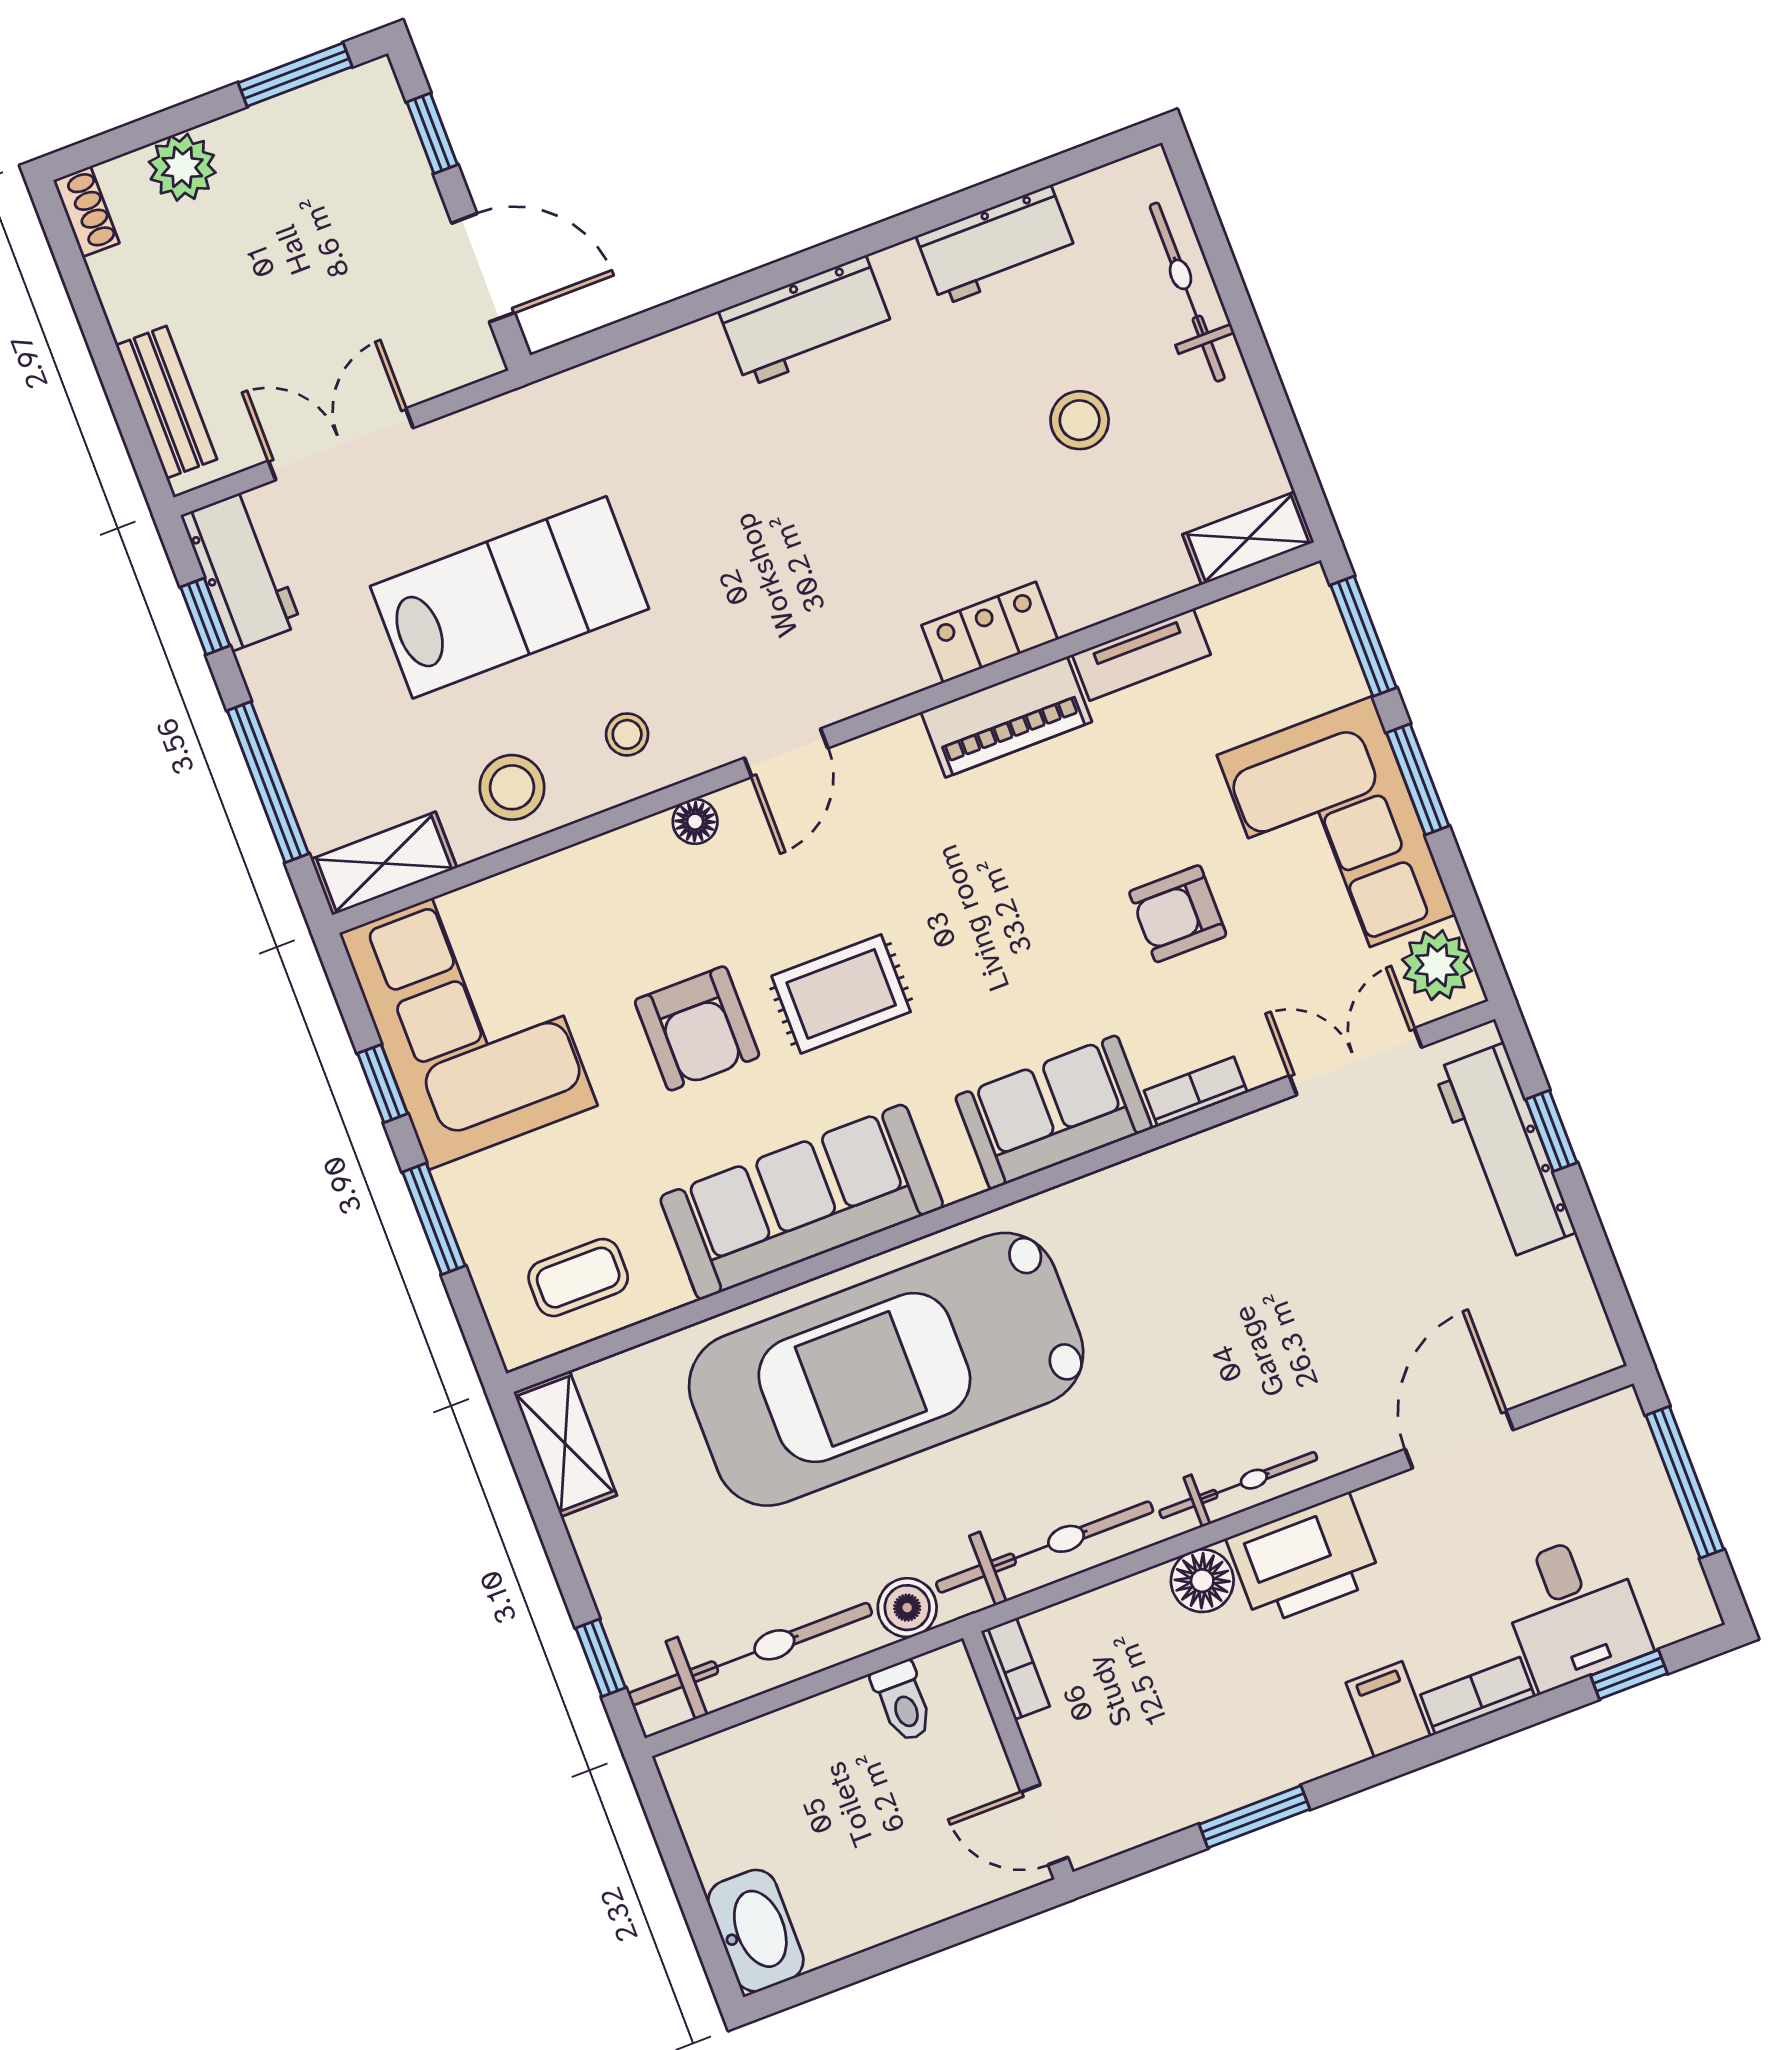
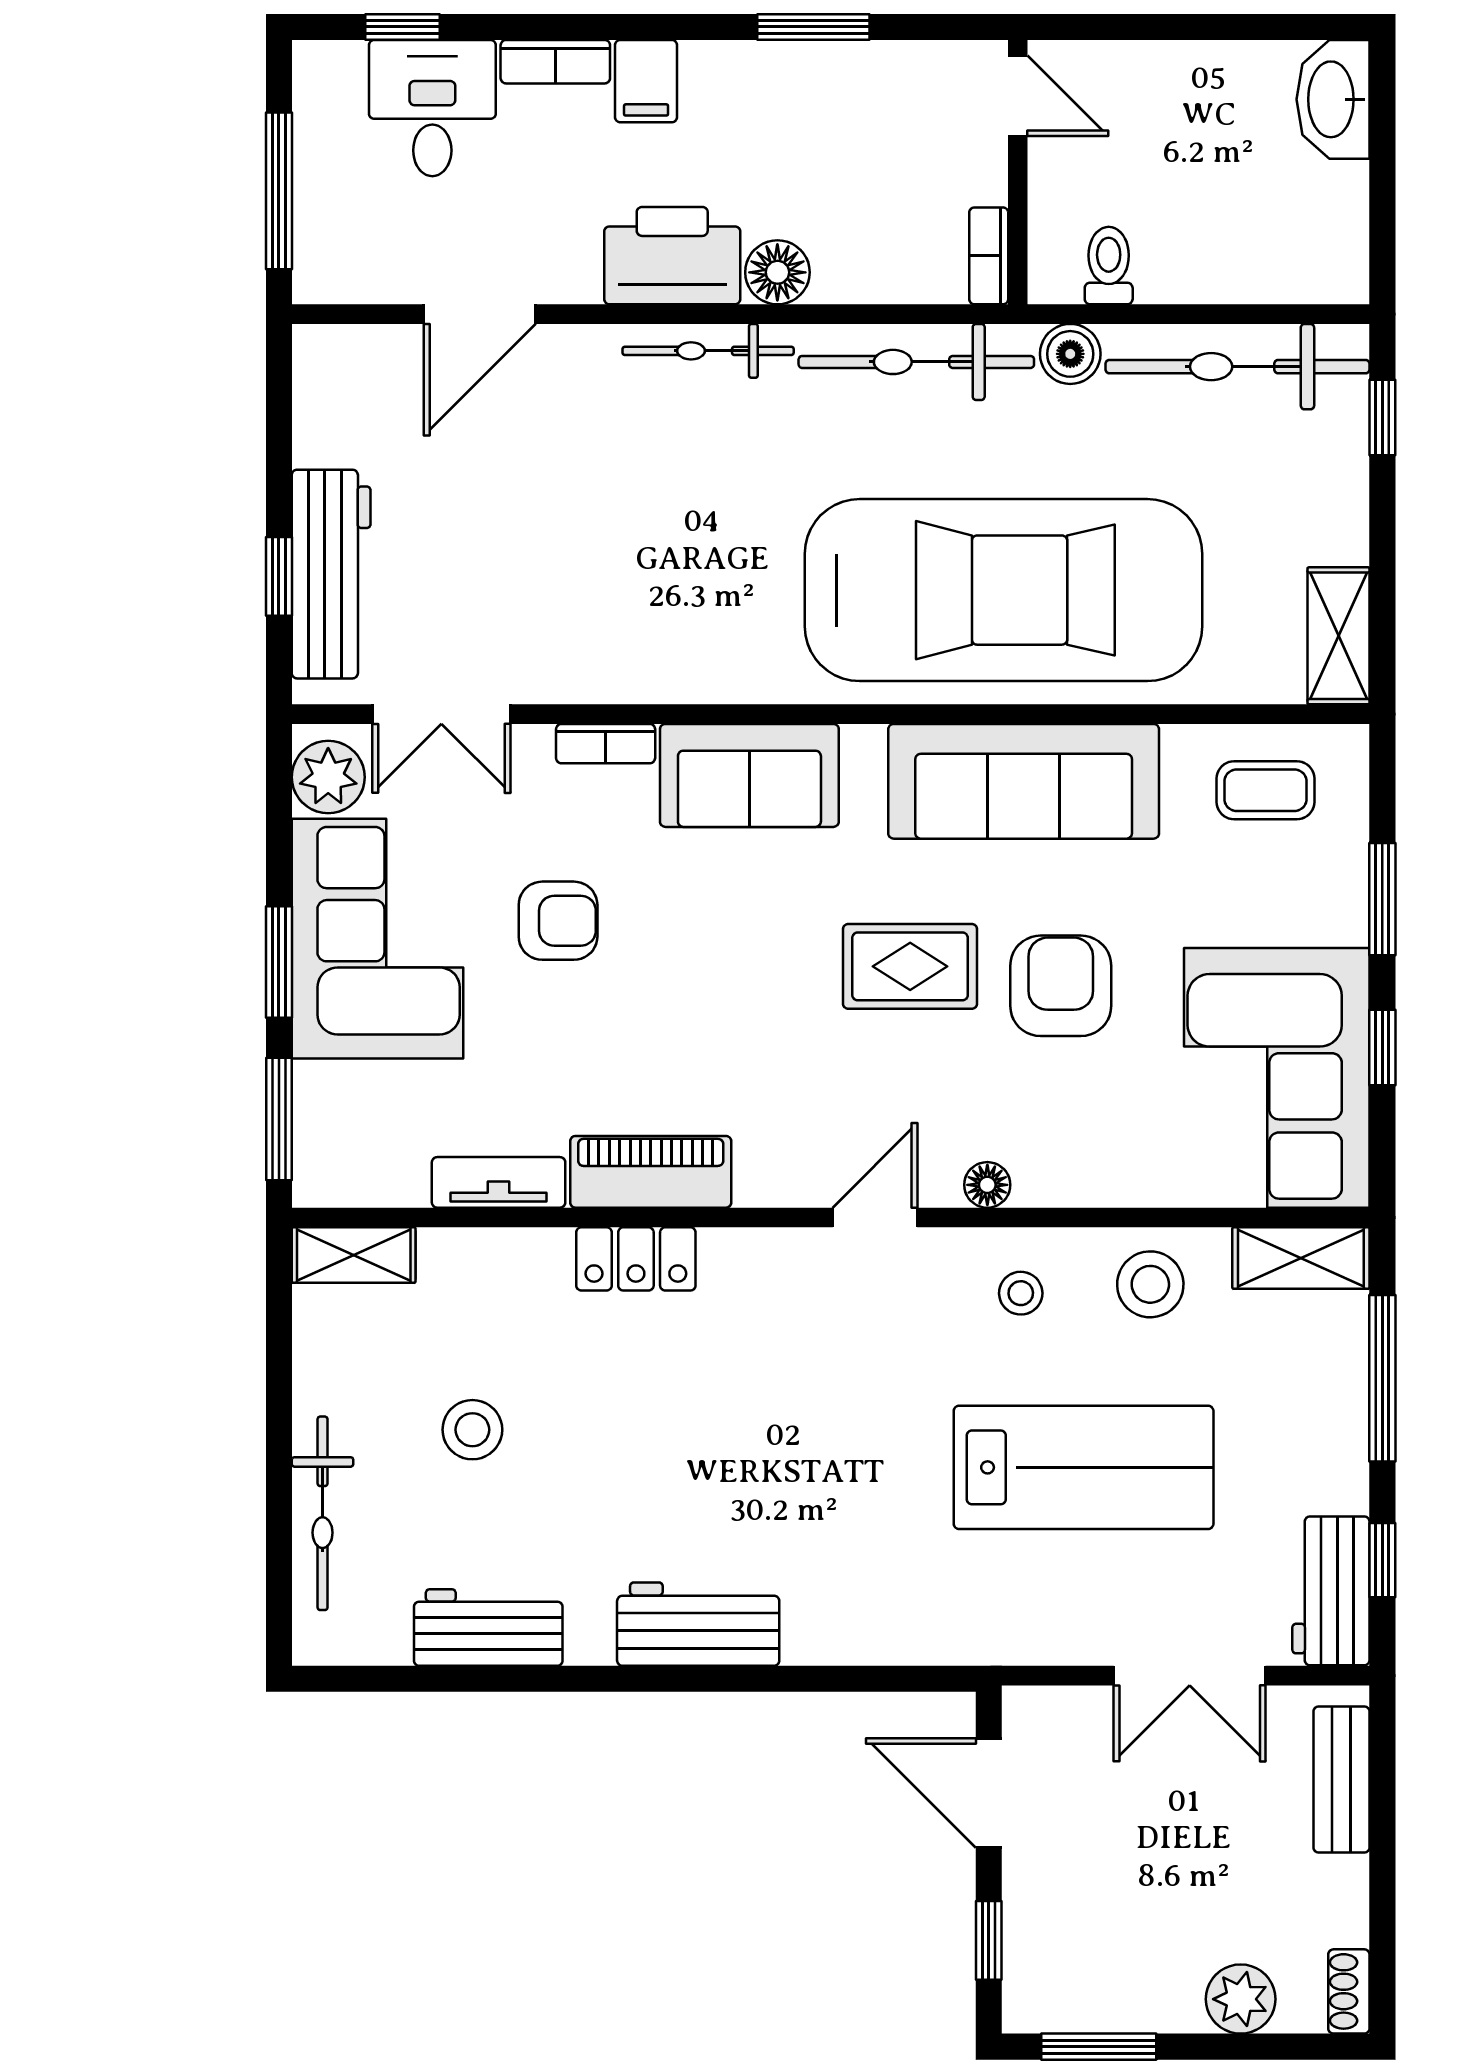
lab bench: (509, 597) -> (1084, 1467), turned 180

